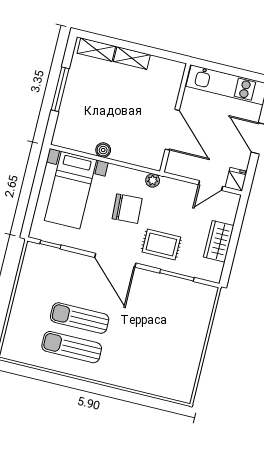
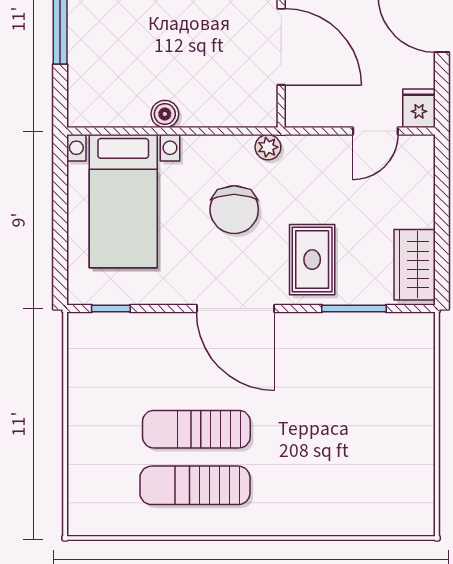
chair: (127, 209) -> (234, 210), turned 93
wardrobe: (219, 241) -> (415, 265), moved
rug: (161, 244) -> (312, 260), turned 90

